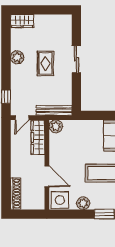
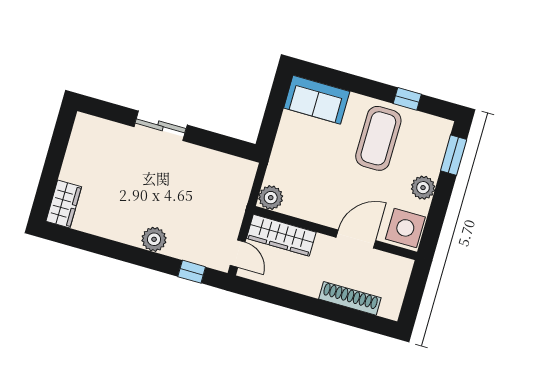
plant: (17, 57) -> (154, 239), moved
rug: (45, 63) -> (152, 184), removed
bench: (54, 110) -> (241, 192), removed
shoe rack: (16, 194) -> (350, 298), moved

